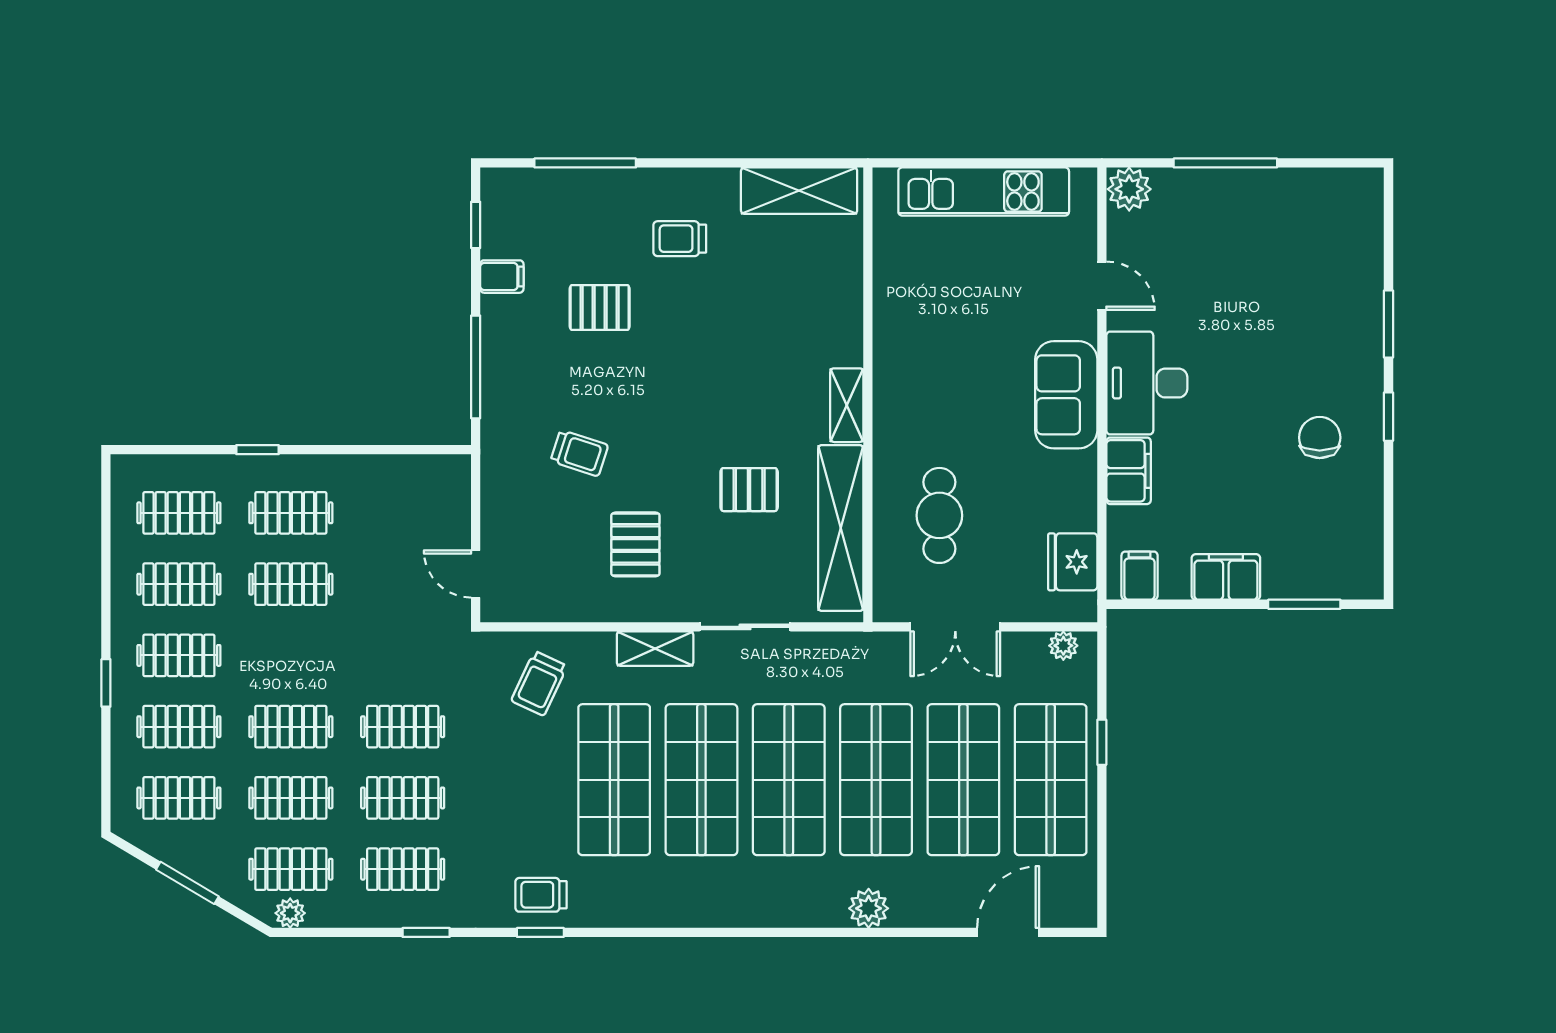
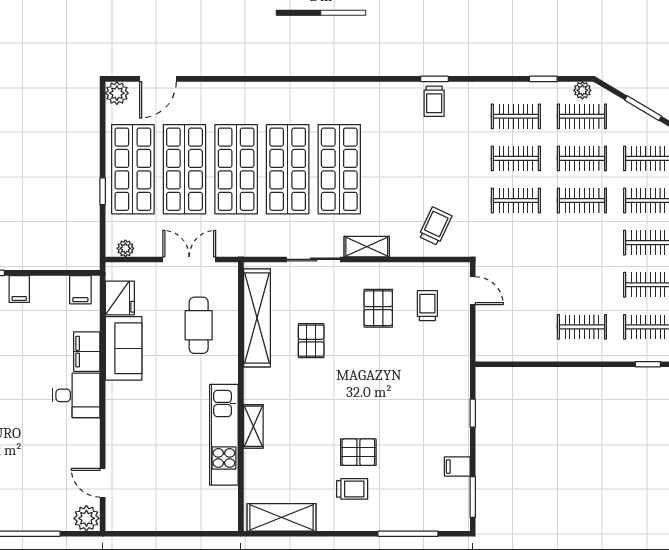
kitchen unit: (984, 192) -> (224, 435), moved, turned -90
window: (476, 225) -> (473, 497), width x1.50
door: (1102, 286) -> (103, 483), moved
pallet: (600, 308) -> (358, 452), moved
window: (476, 367) -> (473, 413), width x0.46
desk: (1147, 383) -> (76, 395), width x0.73
sofa: (1066, 395) -> (124, 348), moved
shelving: (847, 405) -> (253, 426), moved
window: (258, 450) -> (648, 364), moved
trolley: (579, 453) -> (427, 306), moved, turned 72
pallet: (749, 490) -> (311, 341), turned 90
filing cabinet: (1226, 577) -> (19, 289), width x0.50
clothes rail: (291, 584) -> (582, 285), removed
shop shelf: (614, 780) -> (391, 169), removed
trolley: (541, 895) -> (434, 101), turned 90
plant: (869, 908) -> (117, 93), moved
window: (426, 932) -> (543, 79), moved

